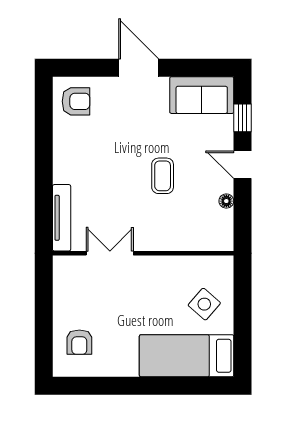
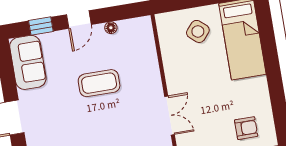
coffee table: (163, 176) -> (99, 83), width x1.36, depth x1.30
double door: (110, 253) -> (169, 115), swing flipped

